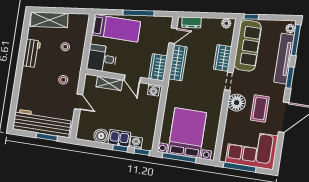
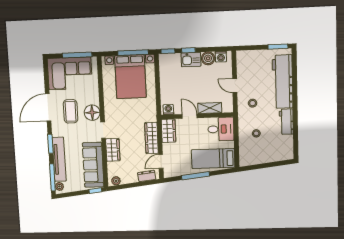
shelving: (49, 20) -> (275, 155), removed
workbench: (42, 123) -> (282, 82), moved, turned 90
window: (47, 137) -> (278, 47), moved
washing machine: (136, 143) -> (221, 57), moved

